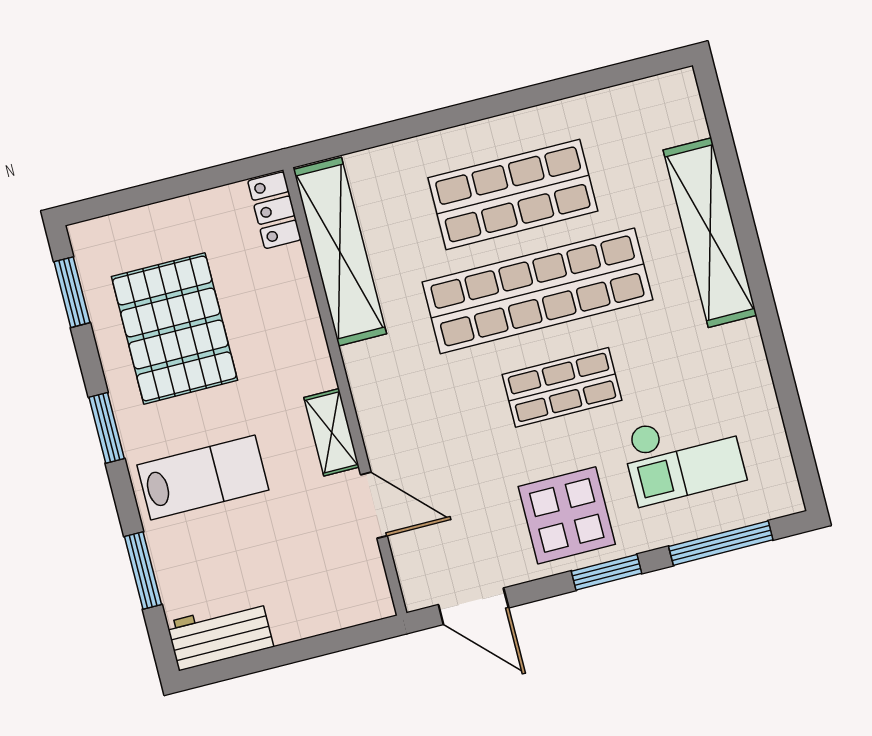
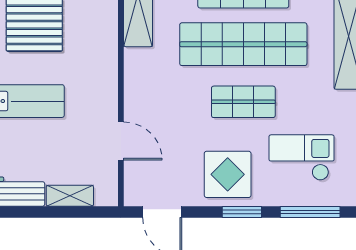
shelving: (332, 432) -> (70, 196), moved, turned 90
checkout: (683, 456) -> (302, 158), turned 180

